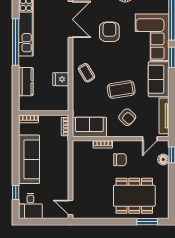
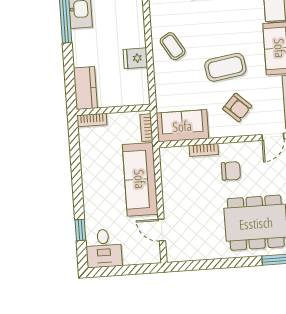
kitchen counter: (26, 82) -> (85, 88), moved
sofa: (29, 159) -> (140, 179), moved, turned 180
door: (71, 207) -> (162, 230), moved

